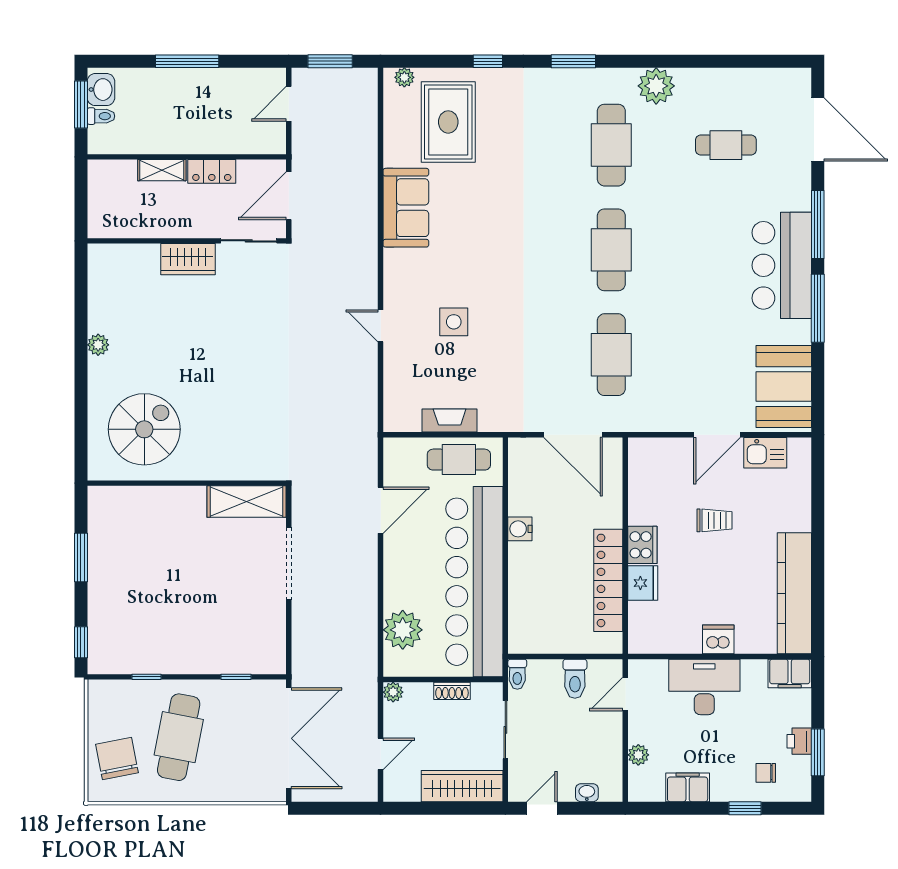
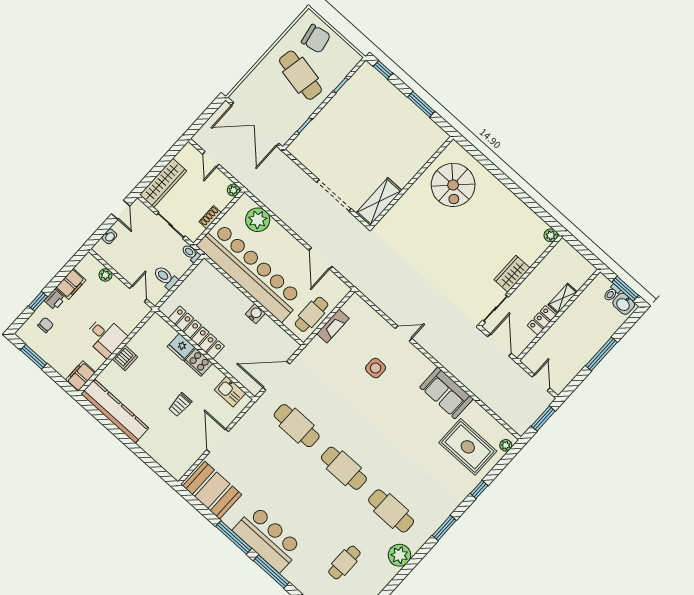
plant: (98, 345) -> (551, 235), moved
kitchen sink: (765, 453) -> (230, 391), moved, turned -90
desk: (704, 687) -> (105, 337), width x0.73
printer: (799, 741) -> (55, 300), moved, turned 90

